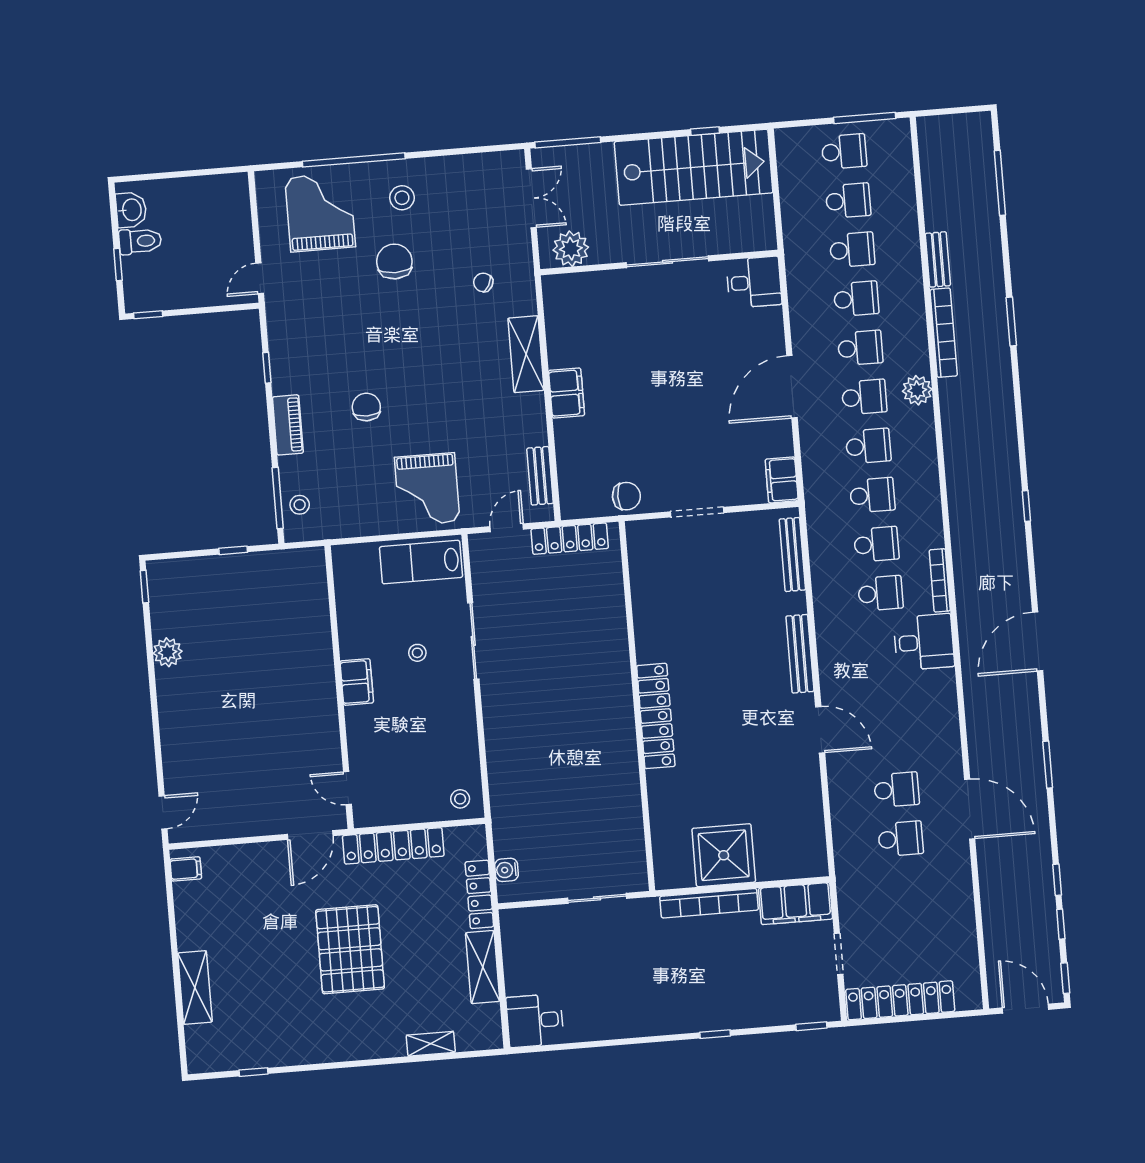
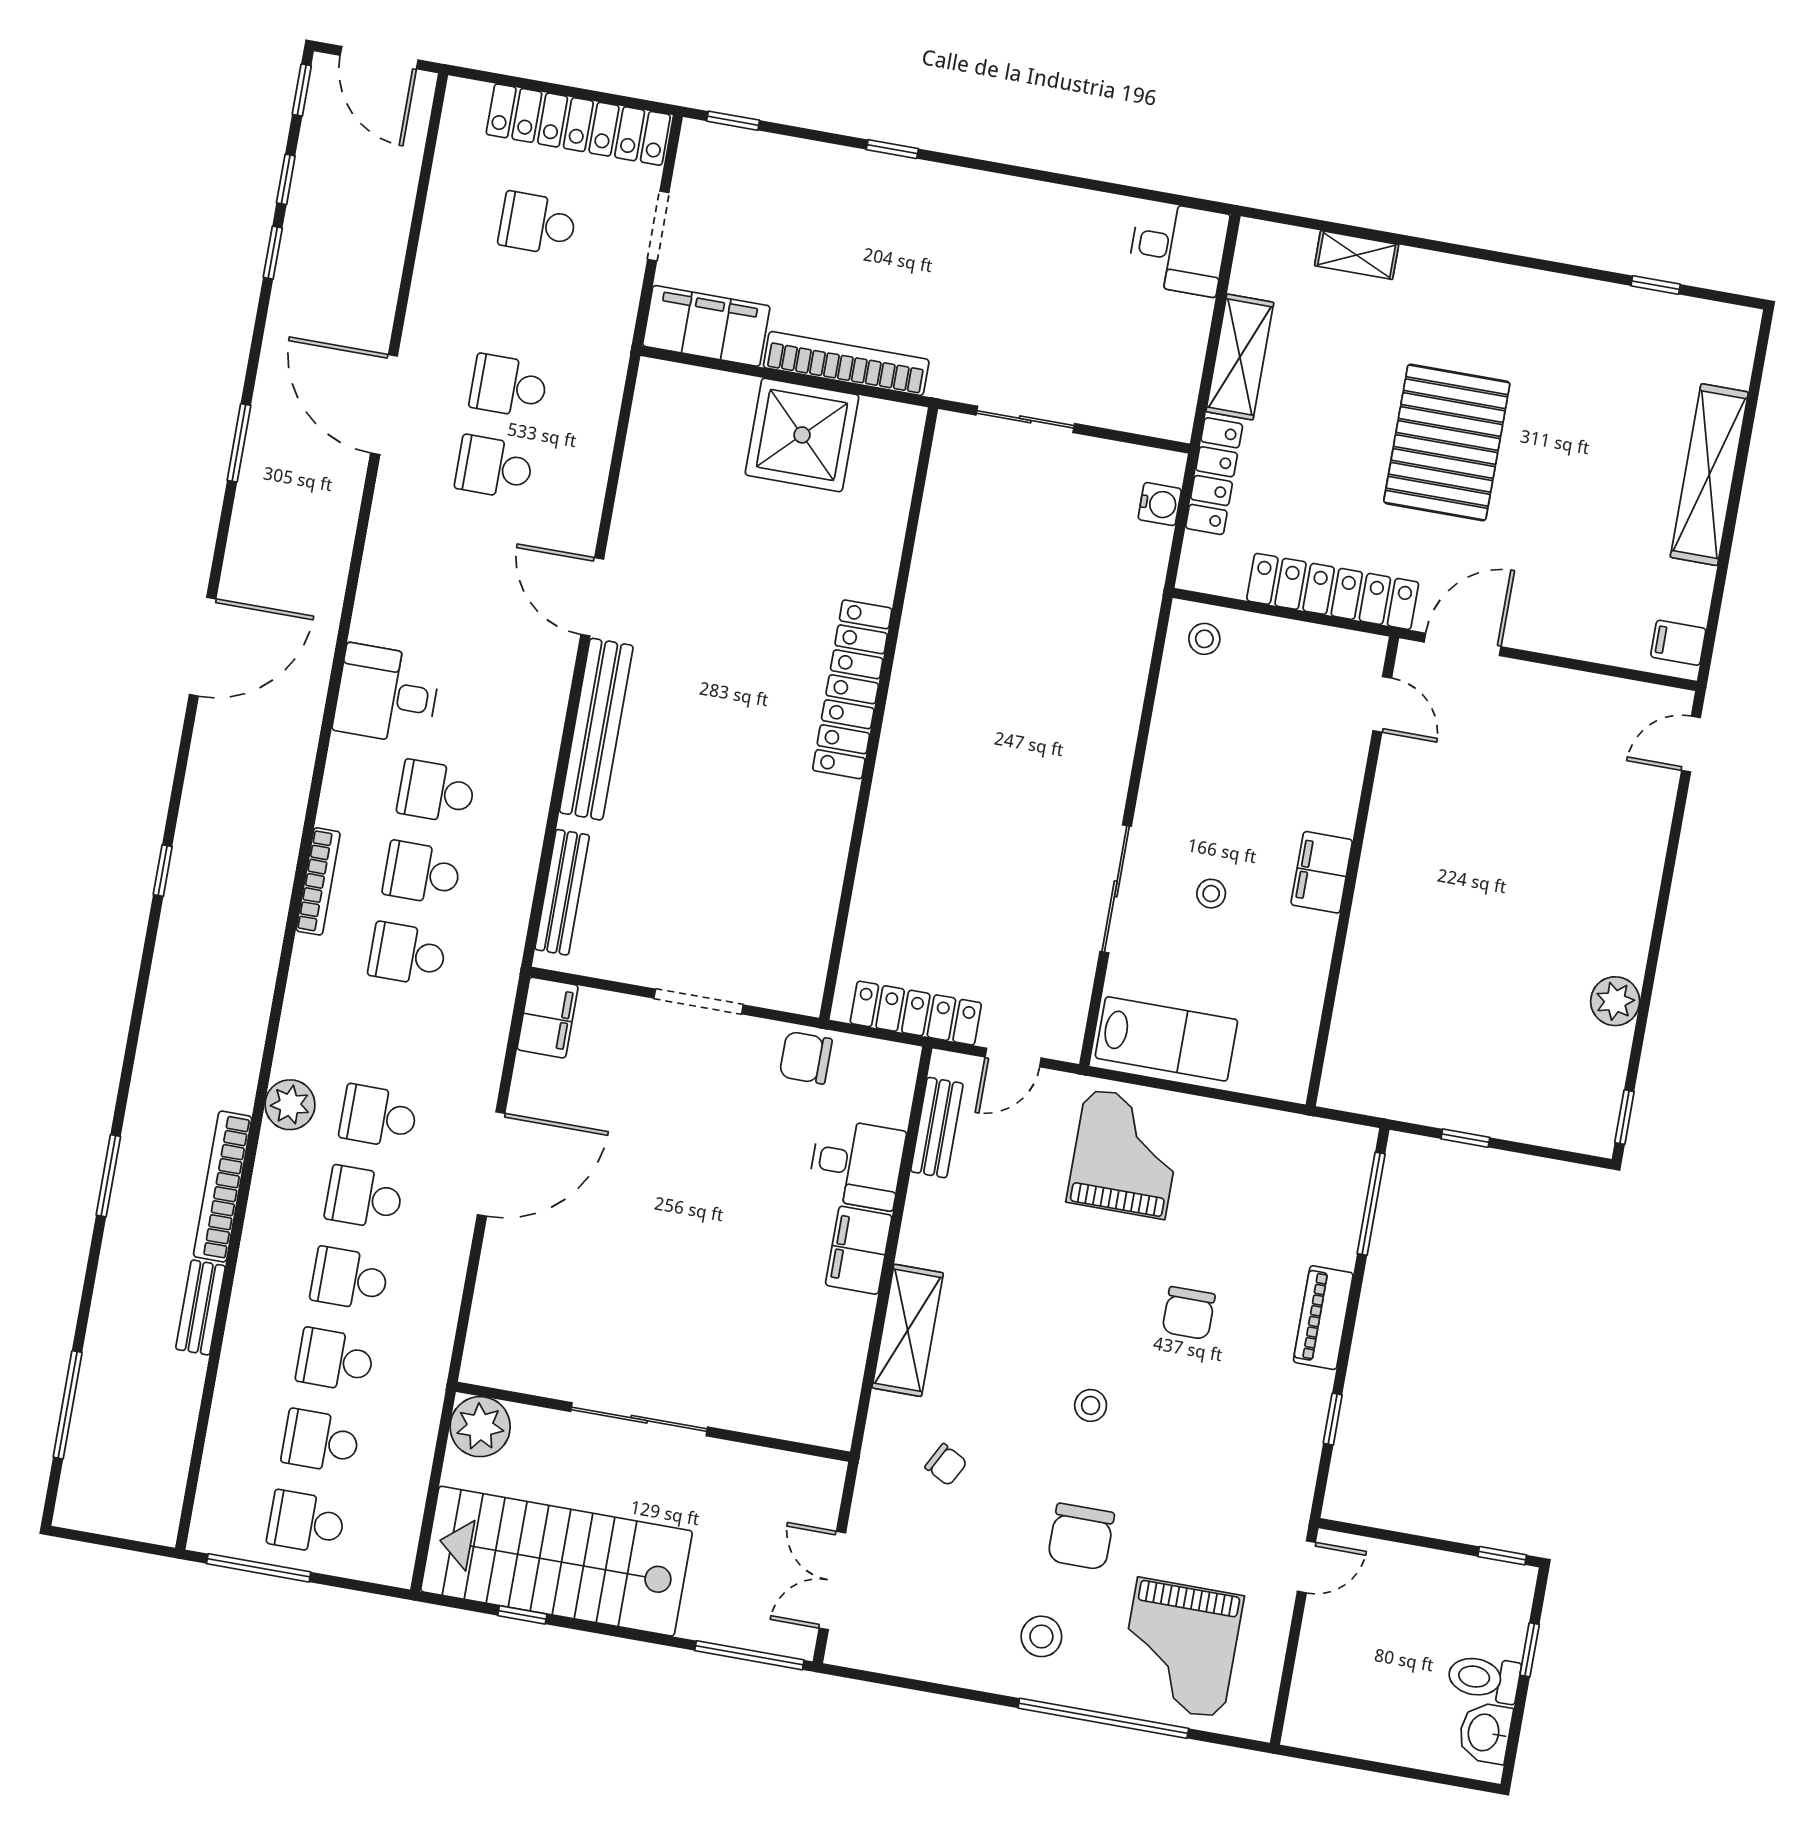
plant: (571, 249) -> (480, 1427), moved
desk: (754, 282) -> (857, 1164), moved, turned 180
school desk: (868, 446) -> (538, 224), moved
stool: (300, 505) -> (1091, 1405), moved
bookcase: (940, 580) -> (318, 881), moved
bench: (800, 654) -> (596, 729), width x1.37, depth x1.21
shelving: (195, 987) -> (1709, 475), width x1.47

